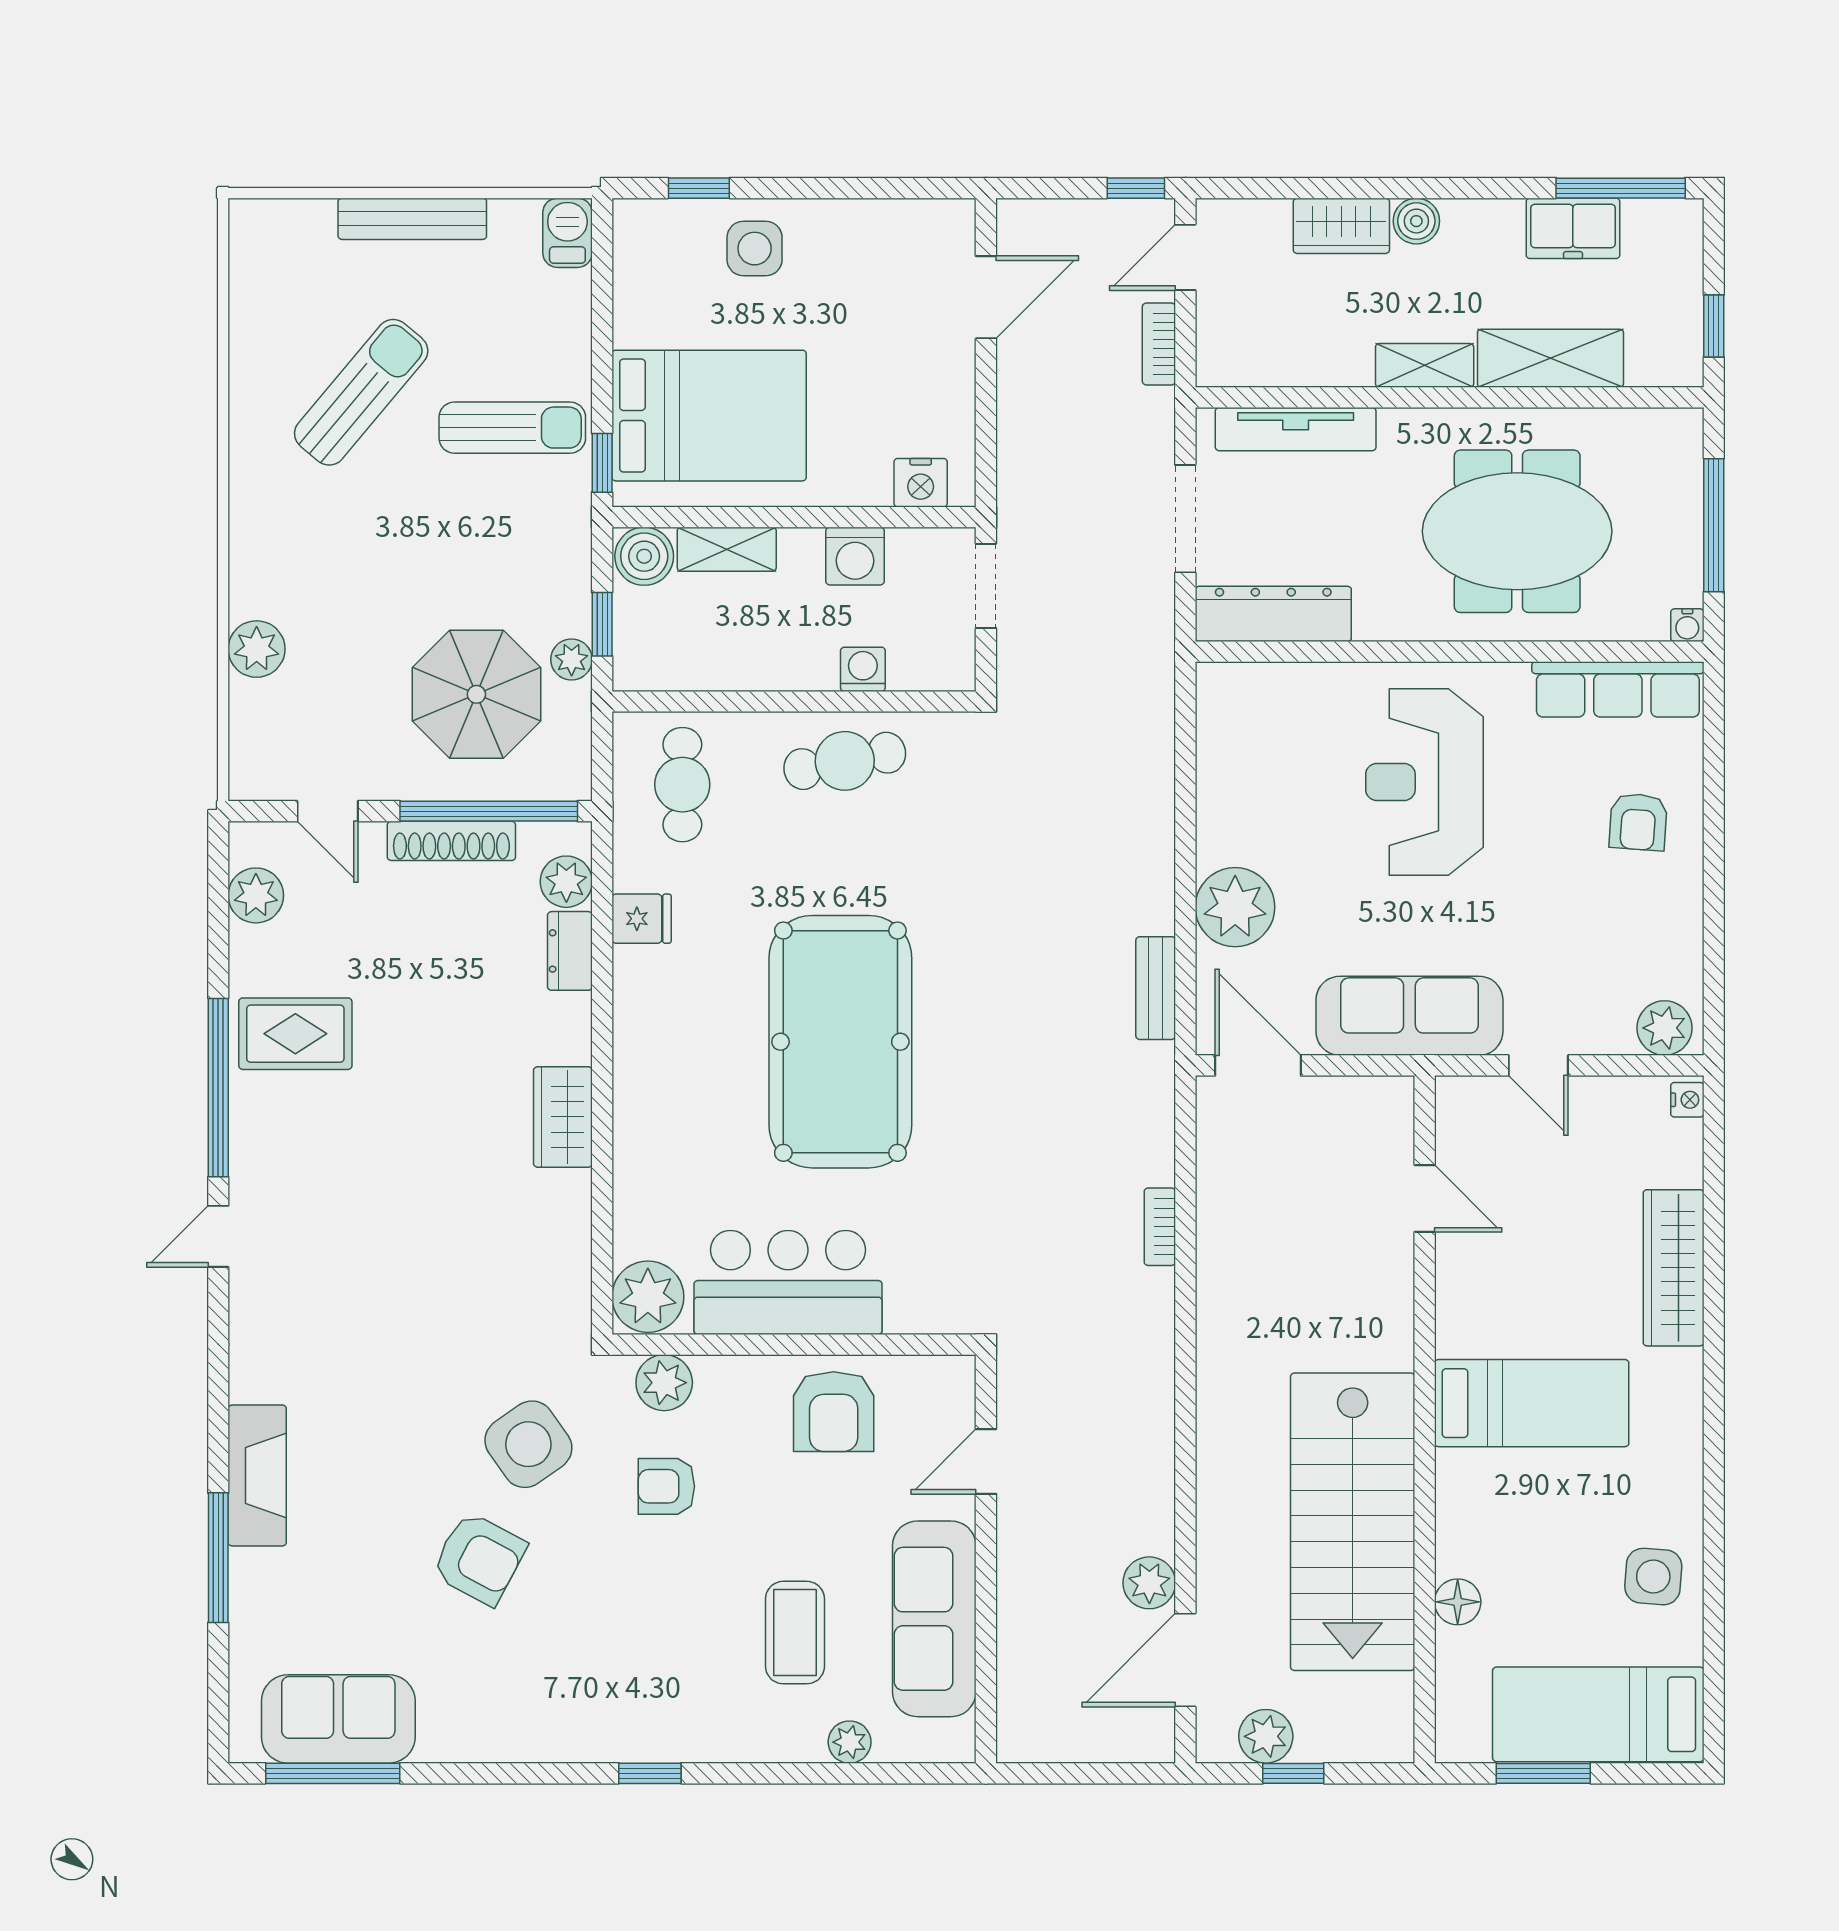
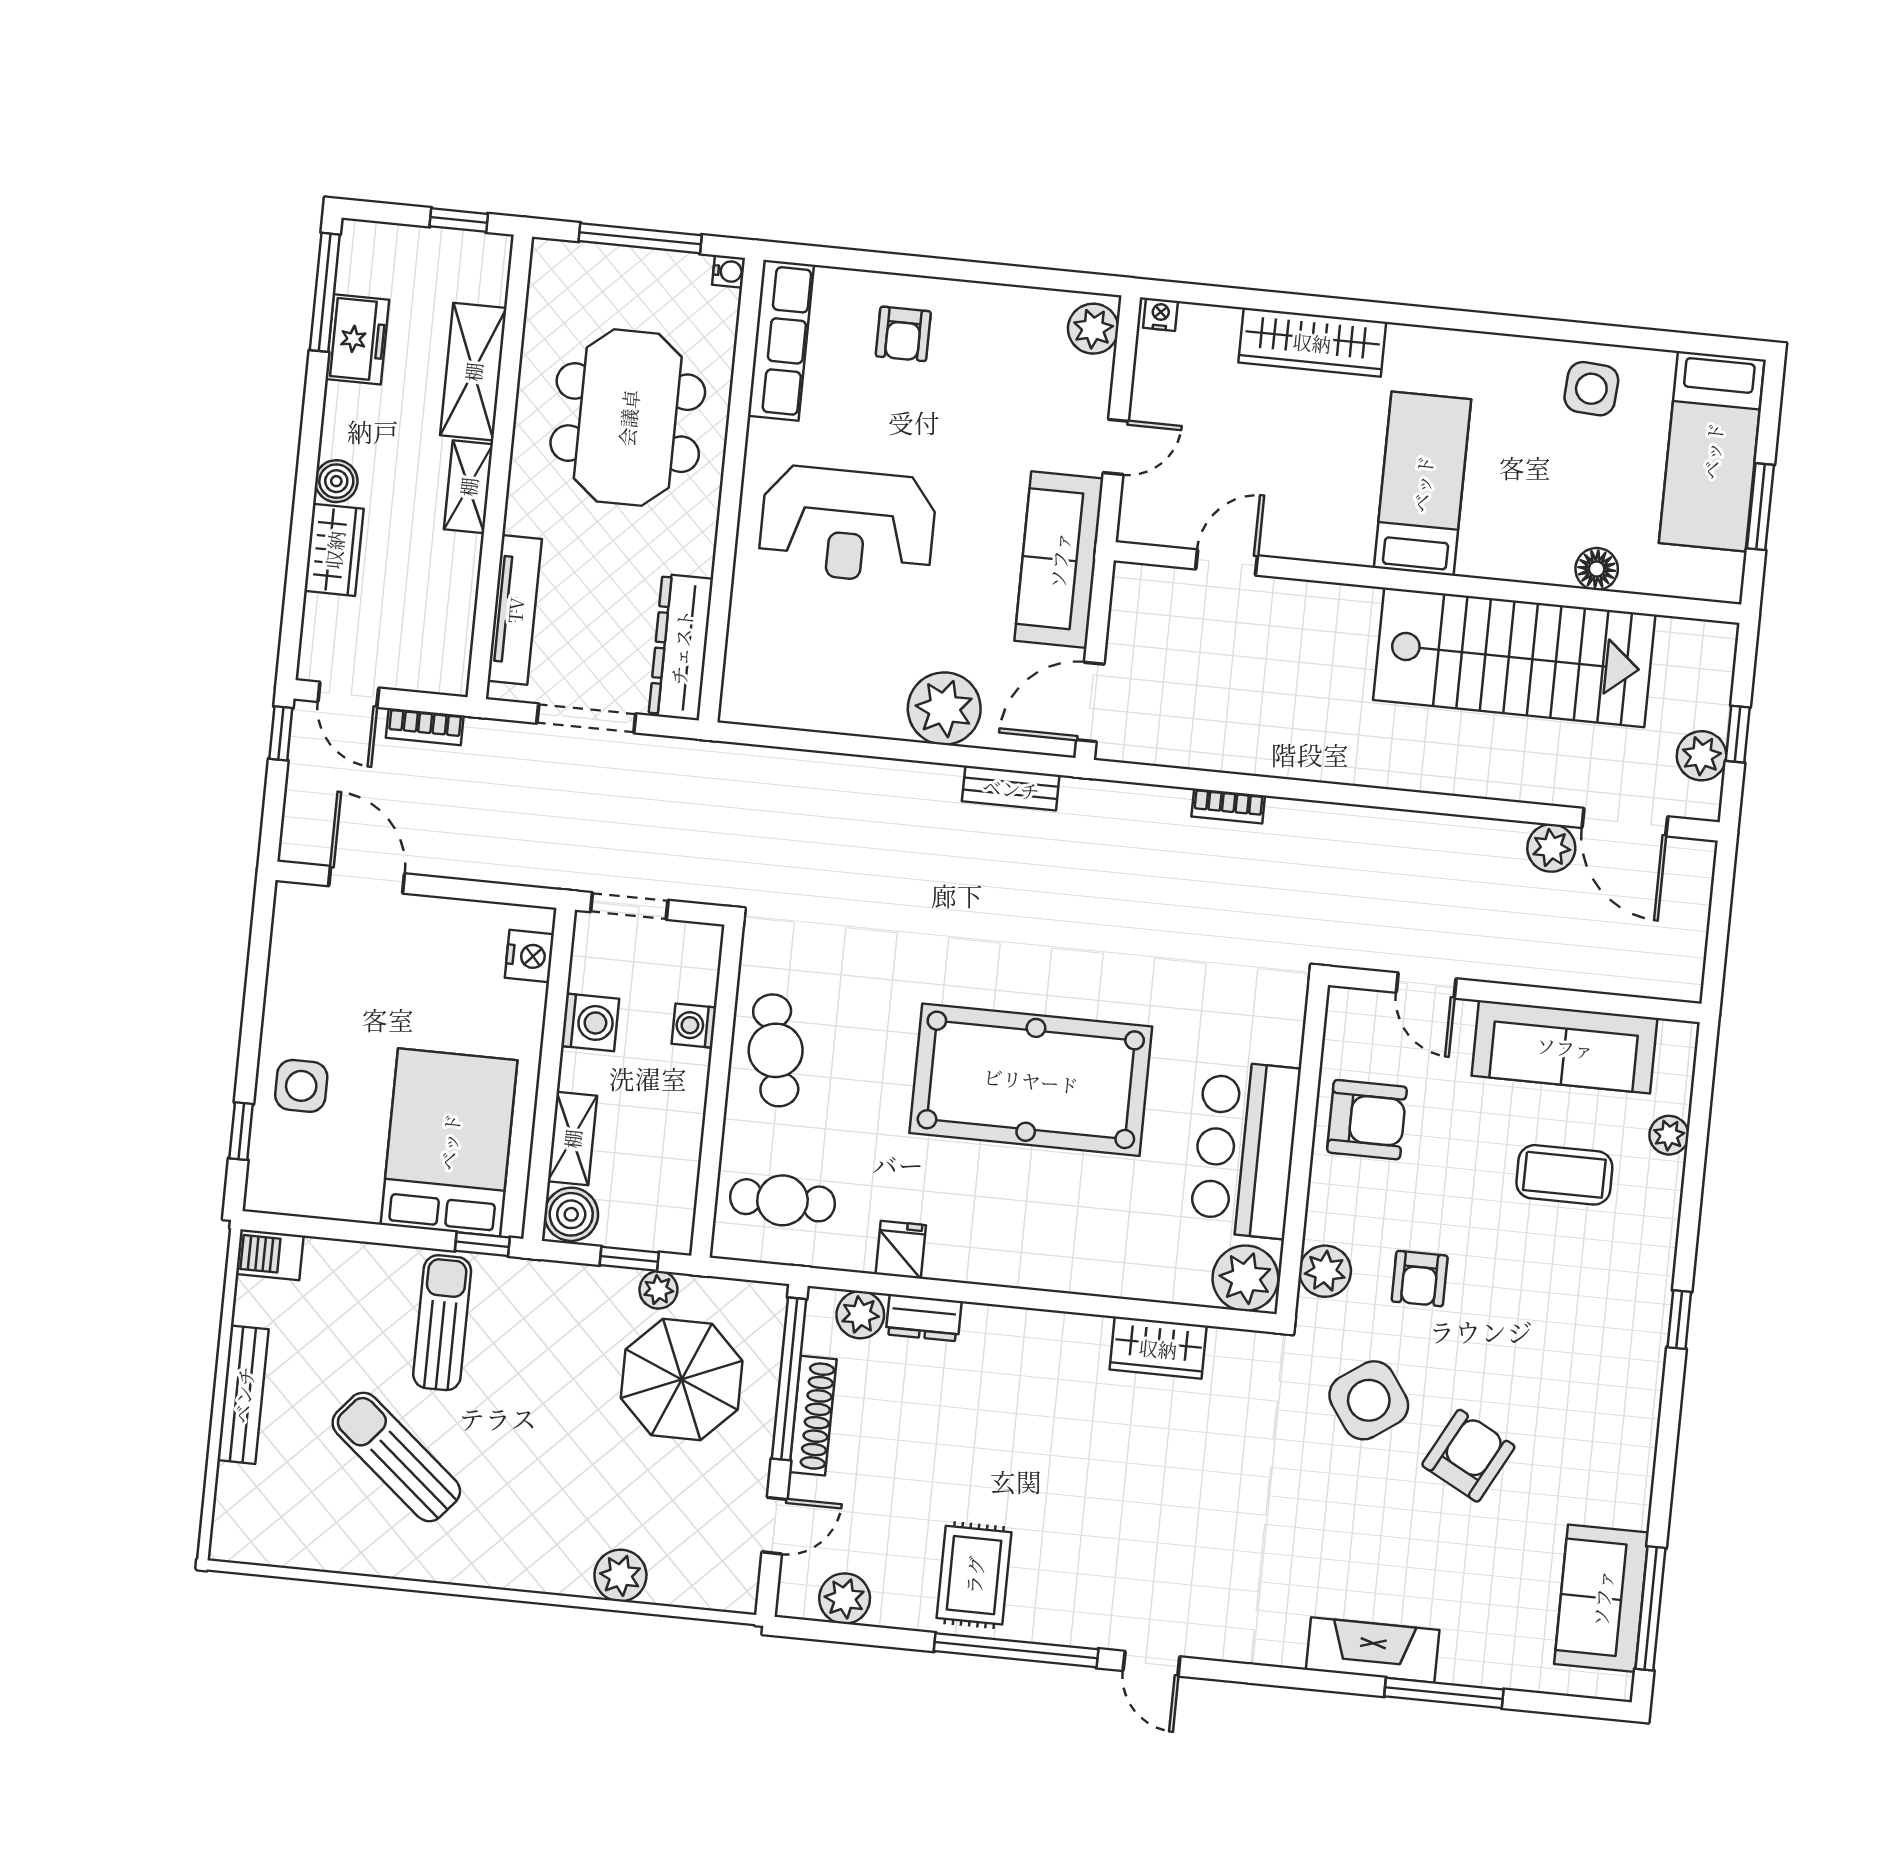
armchair: (1638, 822) -> (903, 334), turned 86
wardrobe: (563, 1117) -> (1158, 1348), moved

